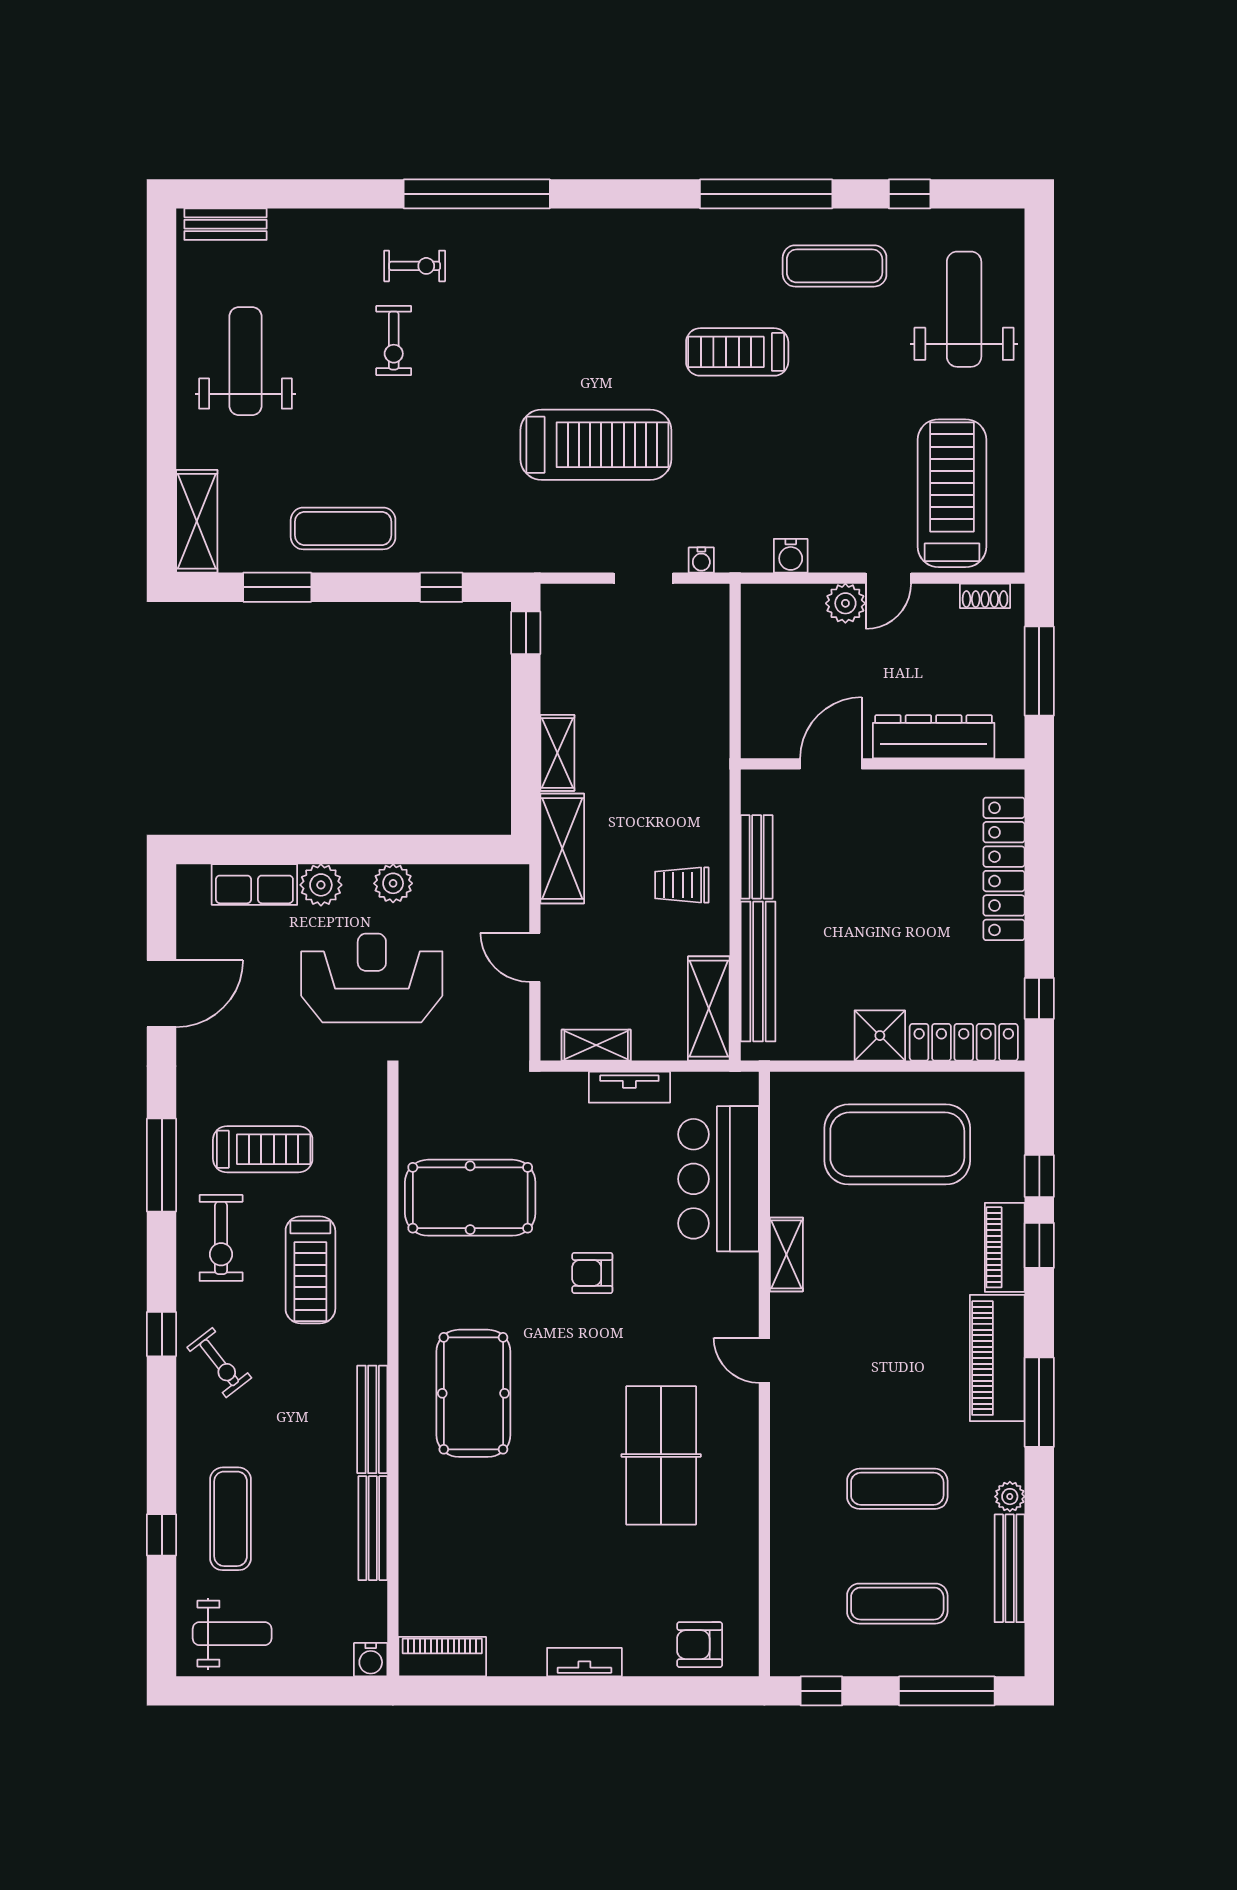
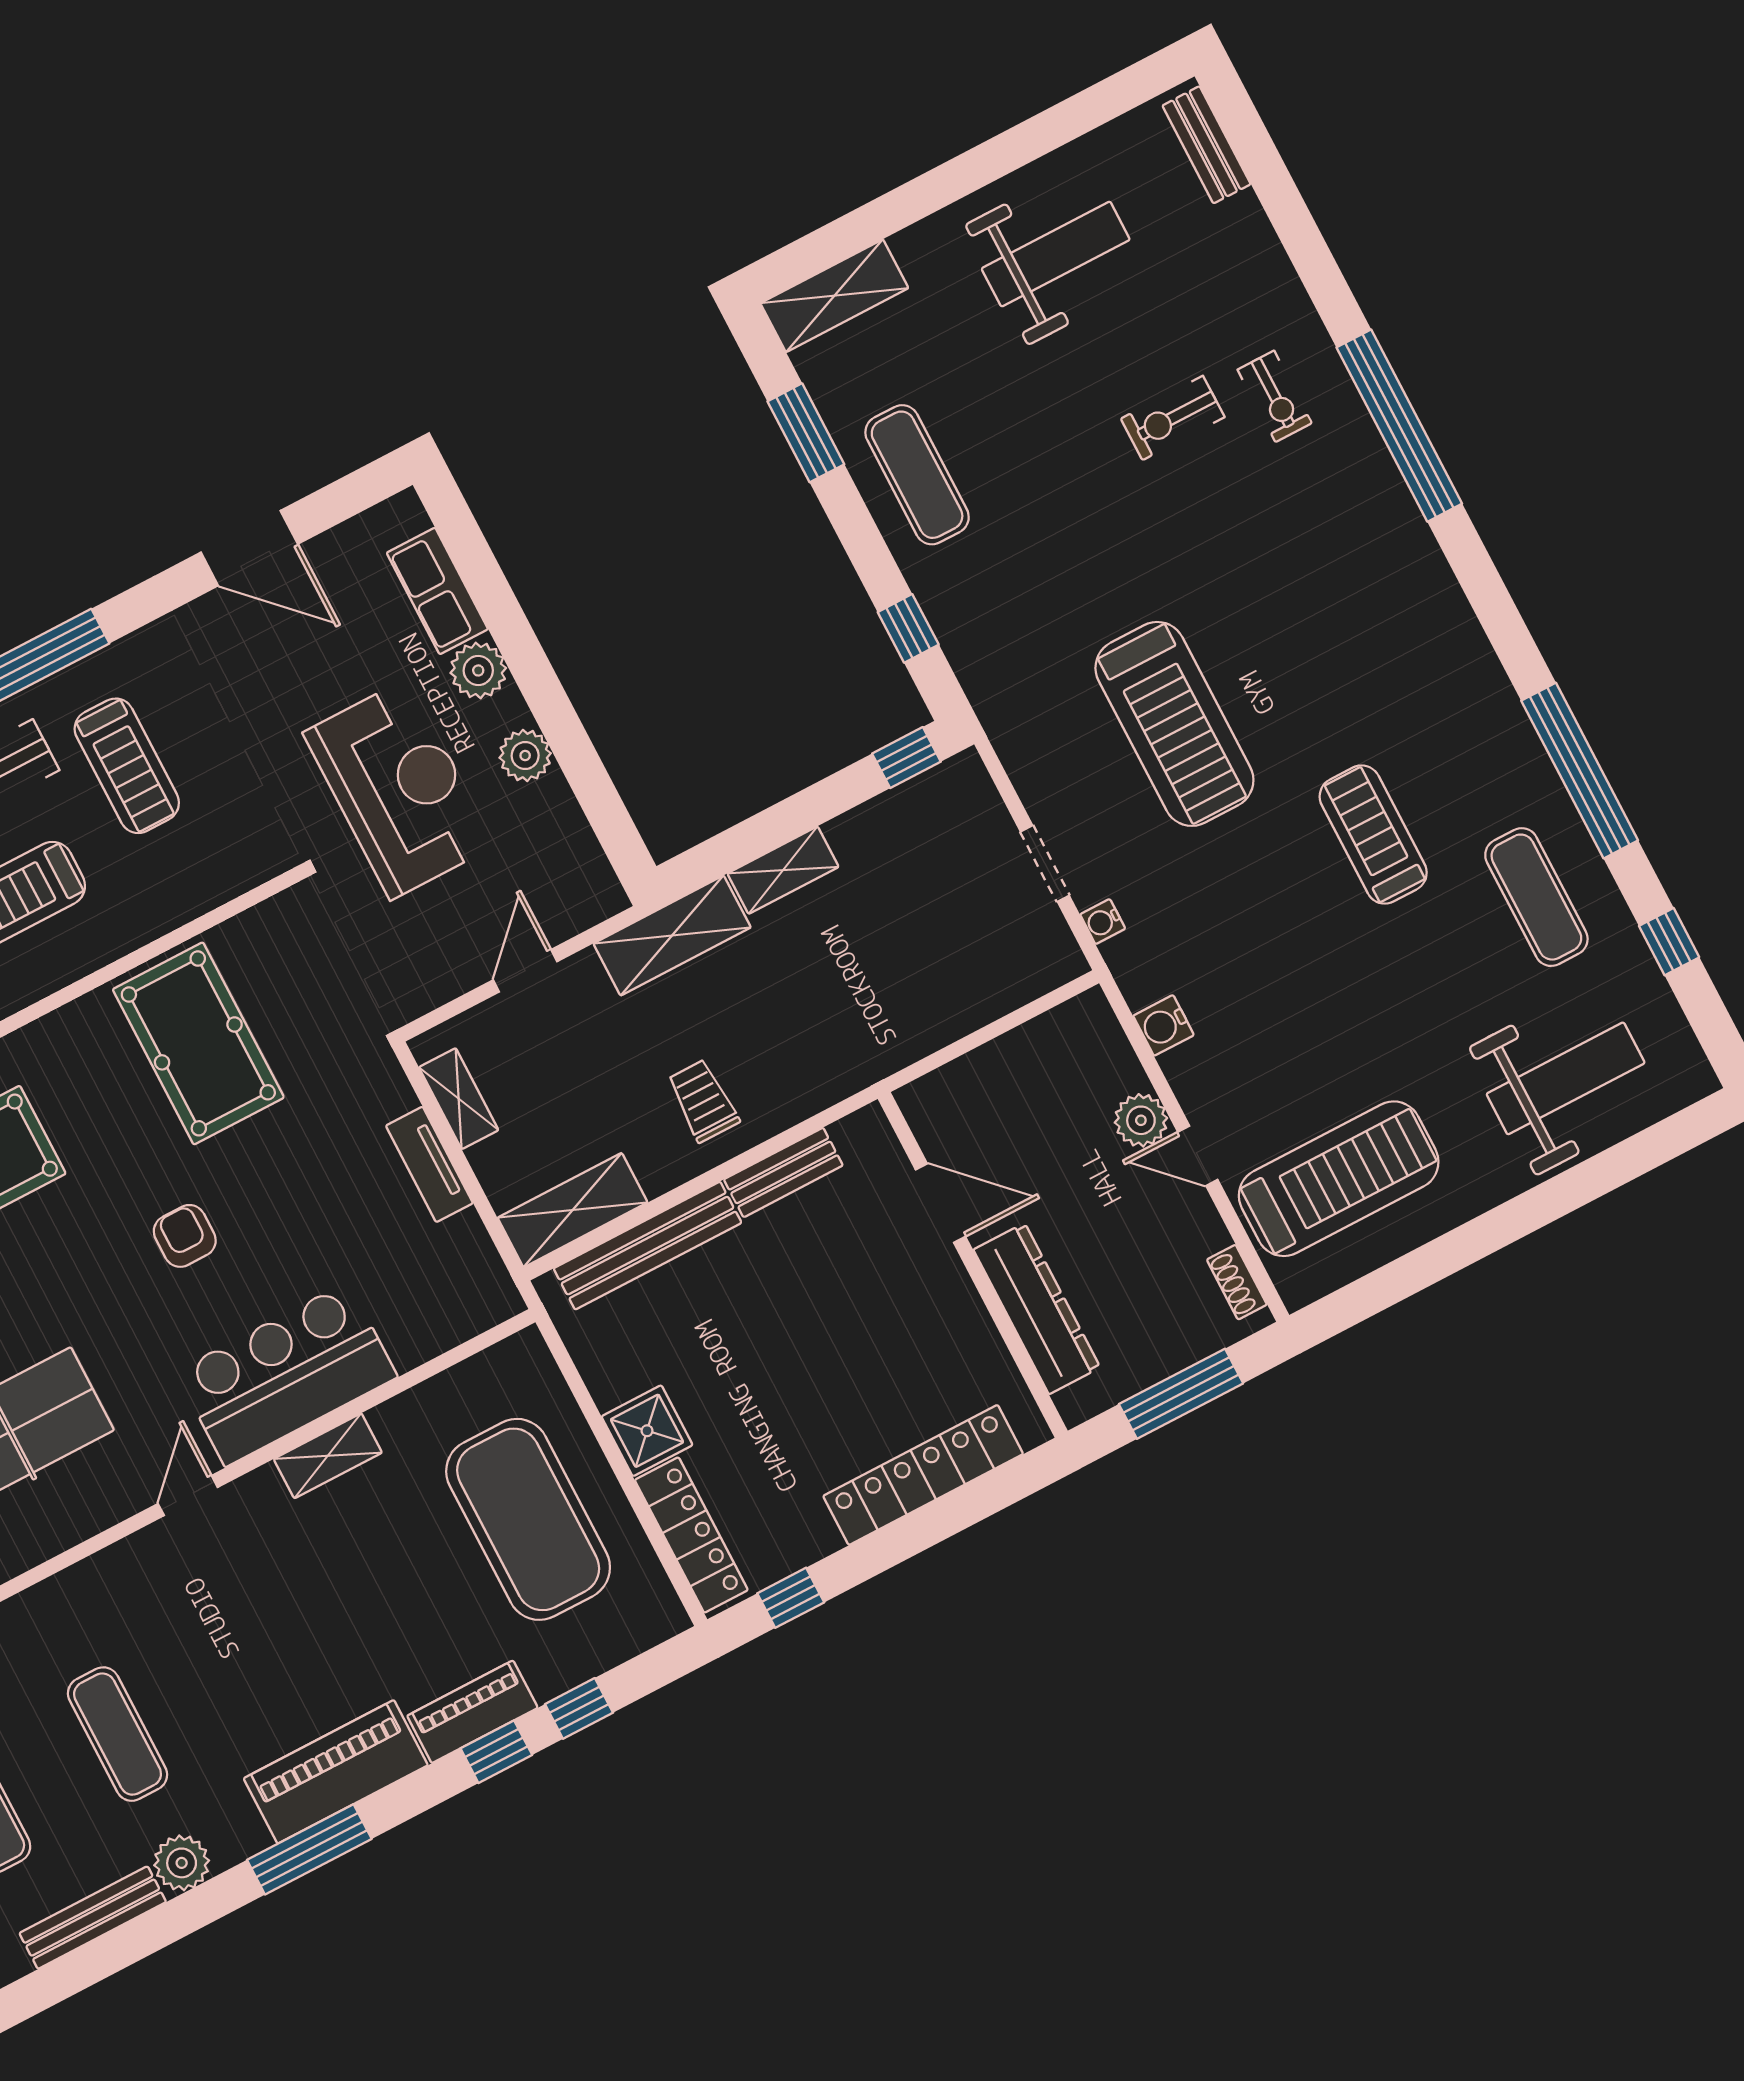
bar counter: (719, 1179) -> (287, 1374), moved
plant: (1010, 1497) -> (182, 1863), width x1.38, depth x1.38

